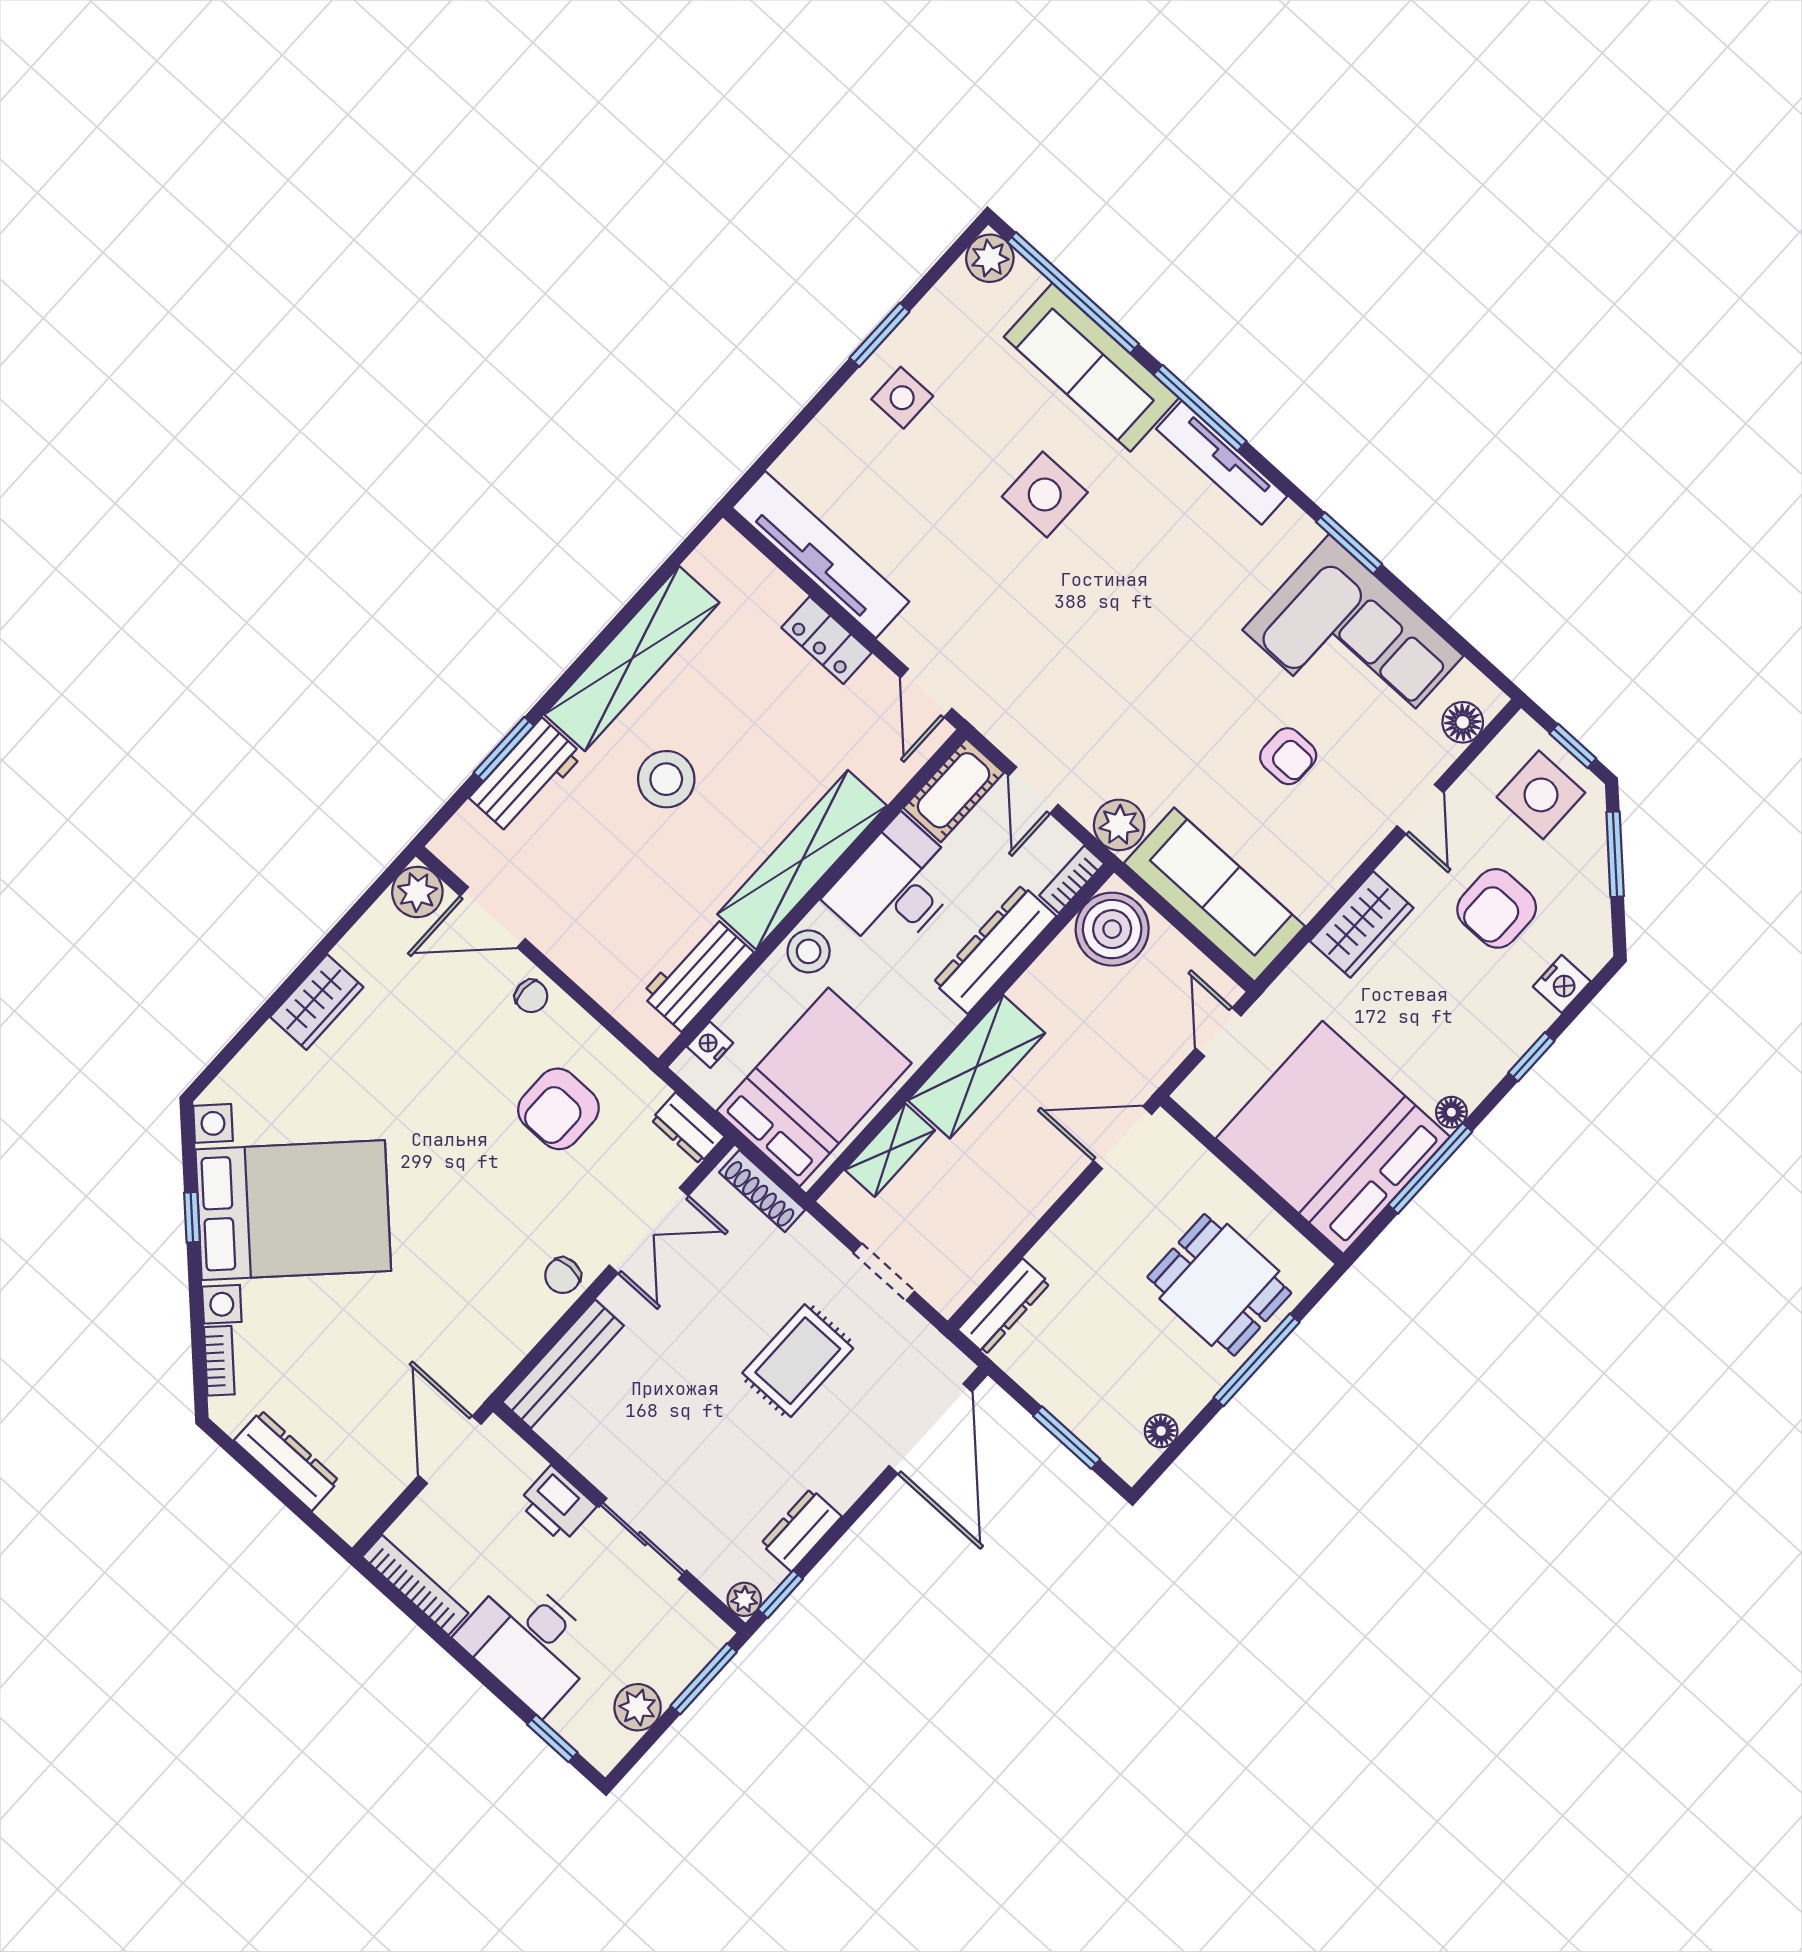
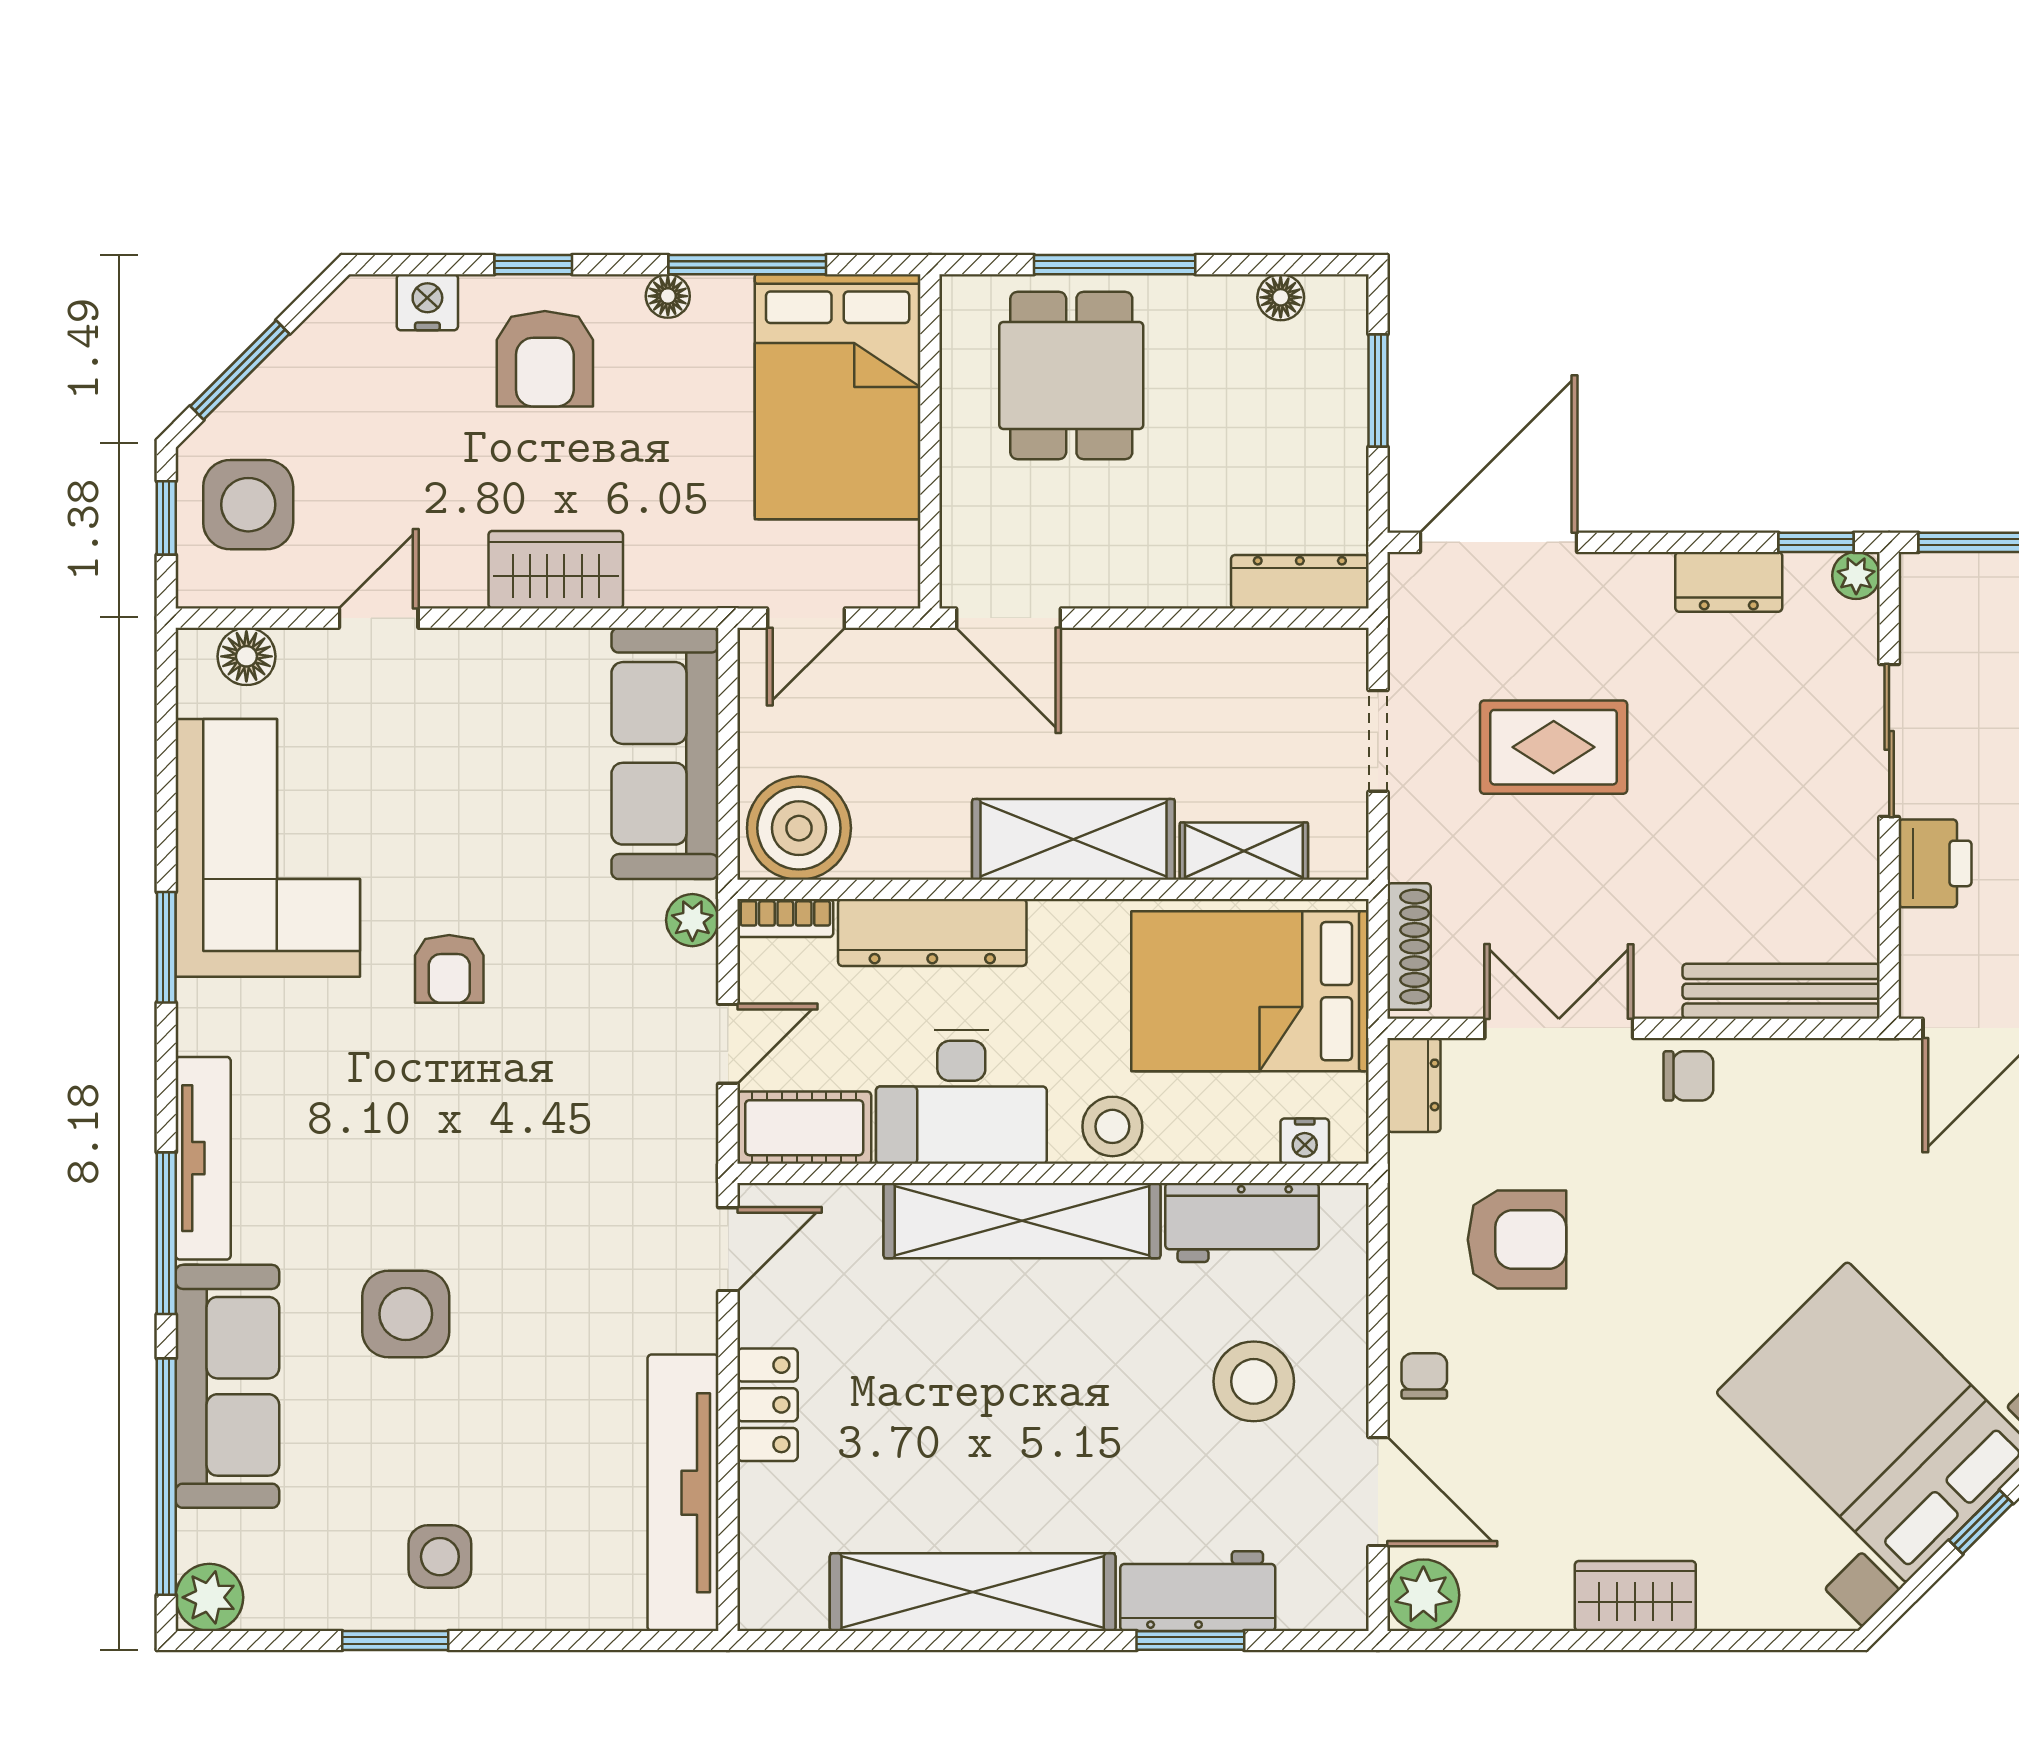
armchair: (1288, 756) -> (449, 969), moved, turned 180
stool: (666, 779) -> (1254, 1381), moved
plant: (1119, 825) -> (692, 920), width x0.73, depth x0.73
armchair: (1497, 908) -> (545, 359), moved, turned 90
bed: (1333, 1137) -> (838, 397), width x0.73

